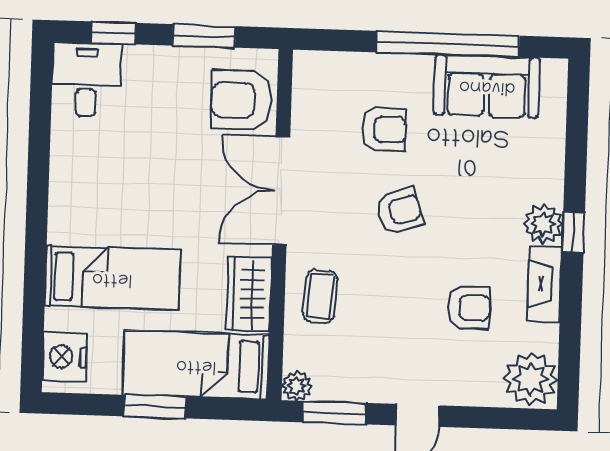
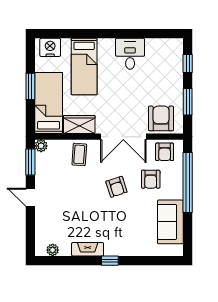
window: (448, 44) -> (188, 182), moved
desk: (86, 80) -> (130, 54), moved, turned -90
double door: (281, 191) -> (123, 137), swing flipped
plant: (543, 224) -> (113, 248), removed
coffee table: (320, 296) -> (79, 154), turned 90
armchair: (469, 308) -> (165, 152), moved
plant: (531, 379) -> (53, 250), width x0.53, depth x0.53

